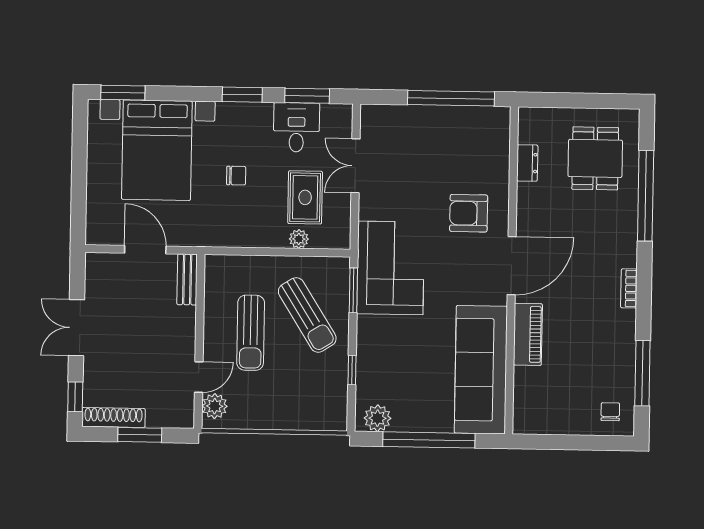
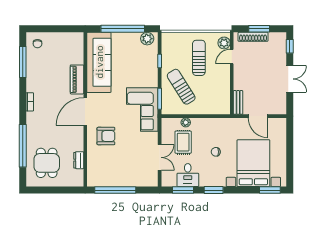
sun lounger: (251, 333) -> (199, 58), moved
shoe rack: (114, 418) -> (253, 37), moved

